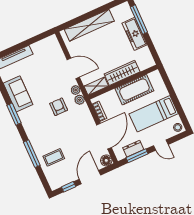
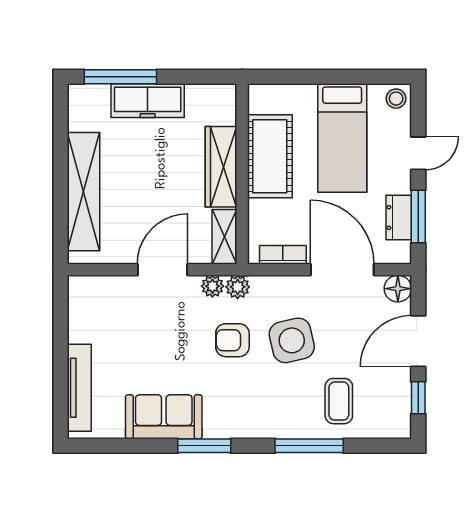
side table: (69, 129) -> (292, 340), added
door: (90, 177) -> (418, 341), hinge flipped

